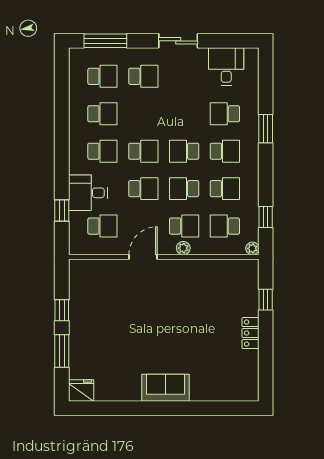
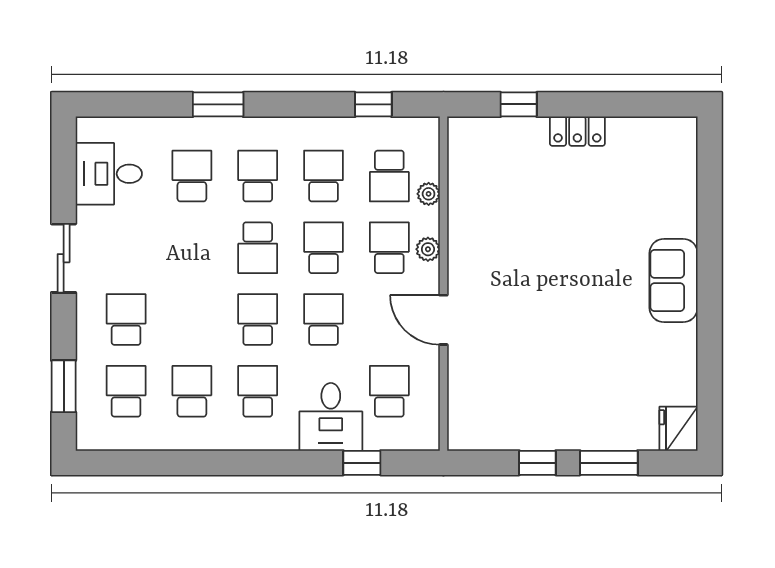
window: (105, 41) -> (64, 386), width x0.69
school desk: (225, 114) -> (192, 176), turned 180
school desk: (184, 189) -> (324, 248), turned 180
plant: (252, 248) -> (429, 194), moved

